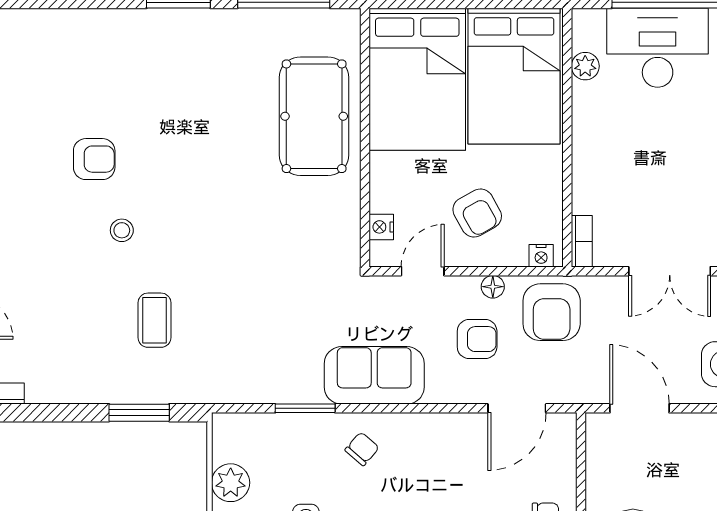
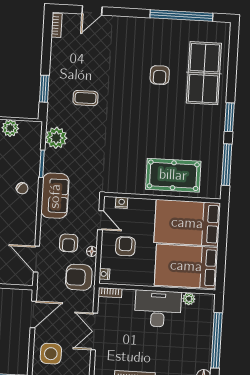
desk: (658, 48) -> (158, 309), moved, turned -90
table tennis table: (84, 62) -> (204, 73), added
armchair: (477, 213) -> (125, 246), turned 119
stool: (122, 230) -> (127, 86), removed
plant: (246, 380) -> (56, 138), added

